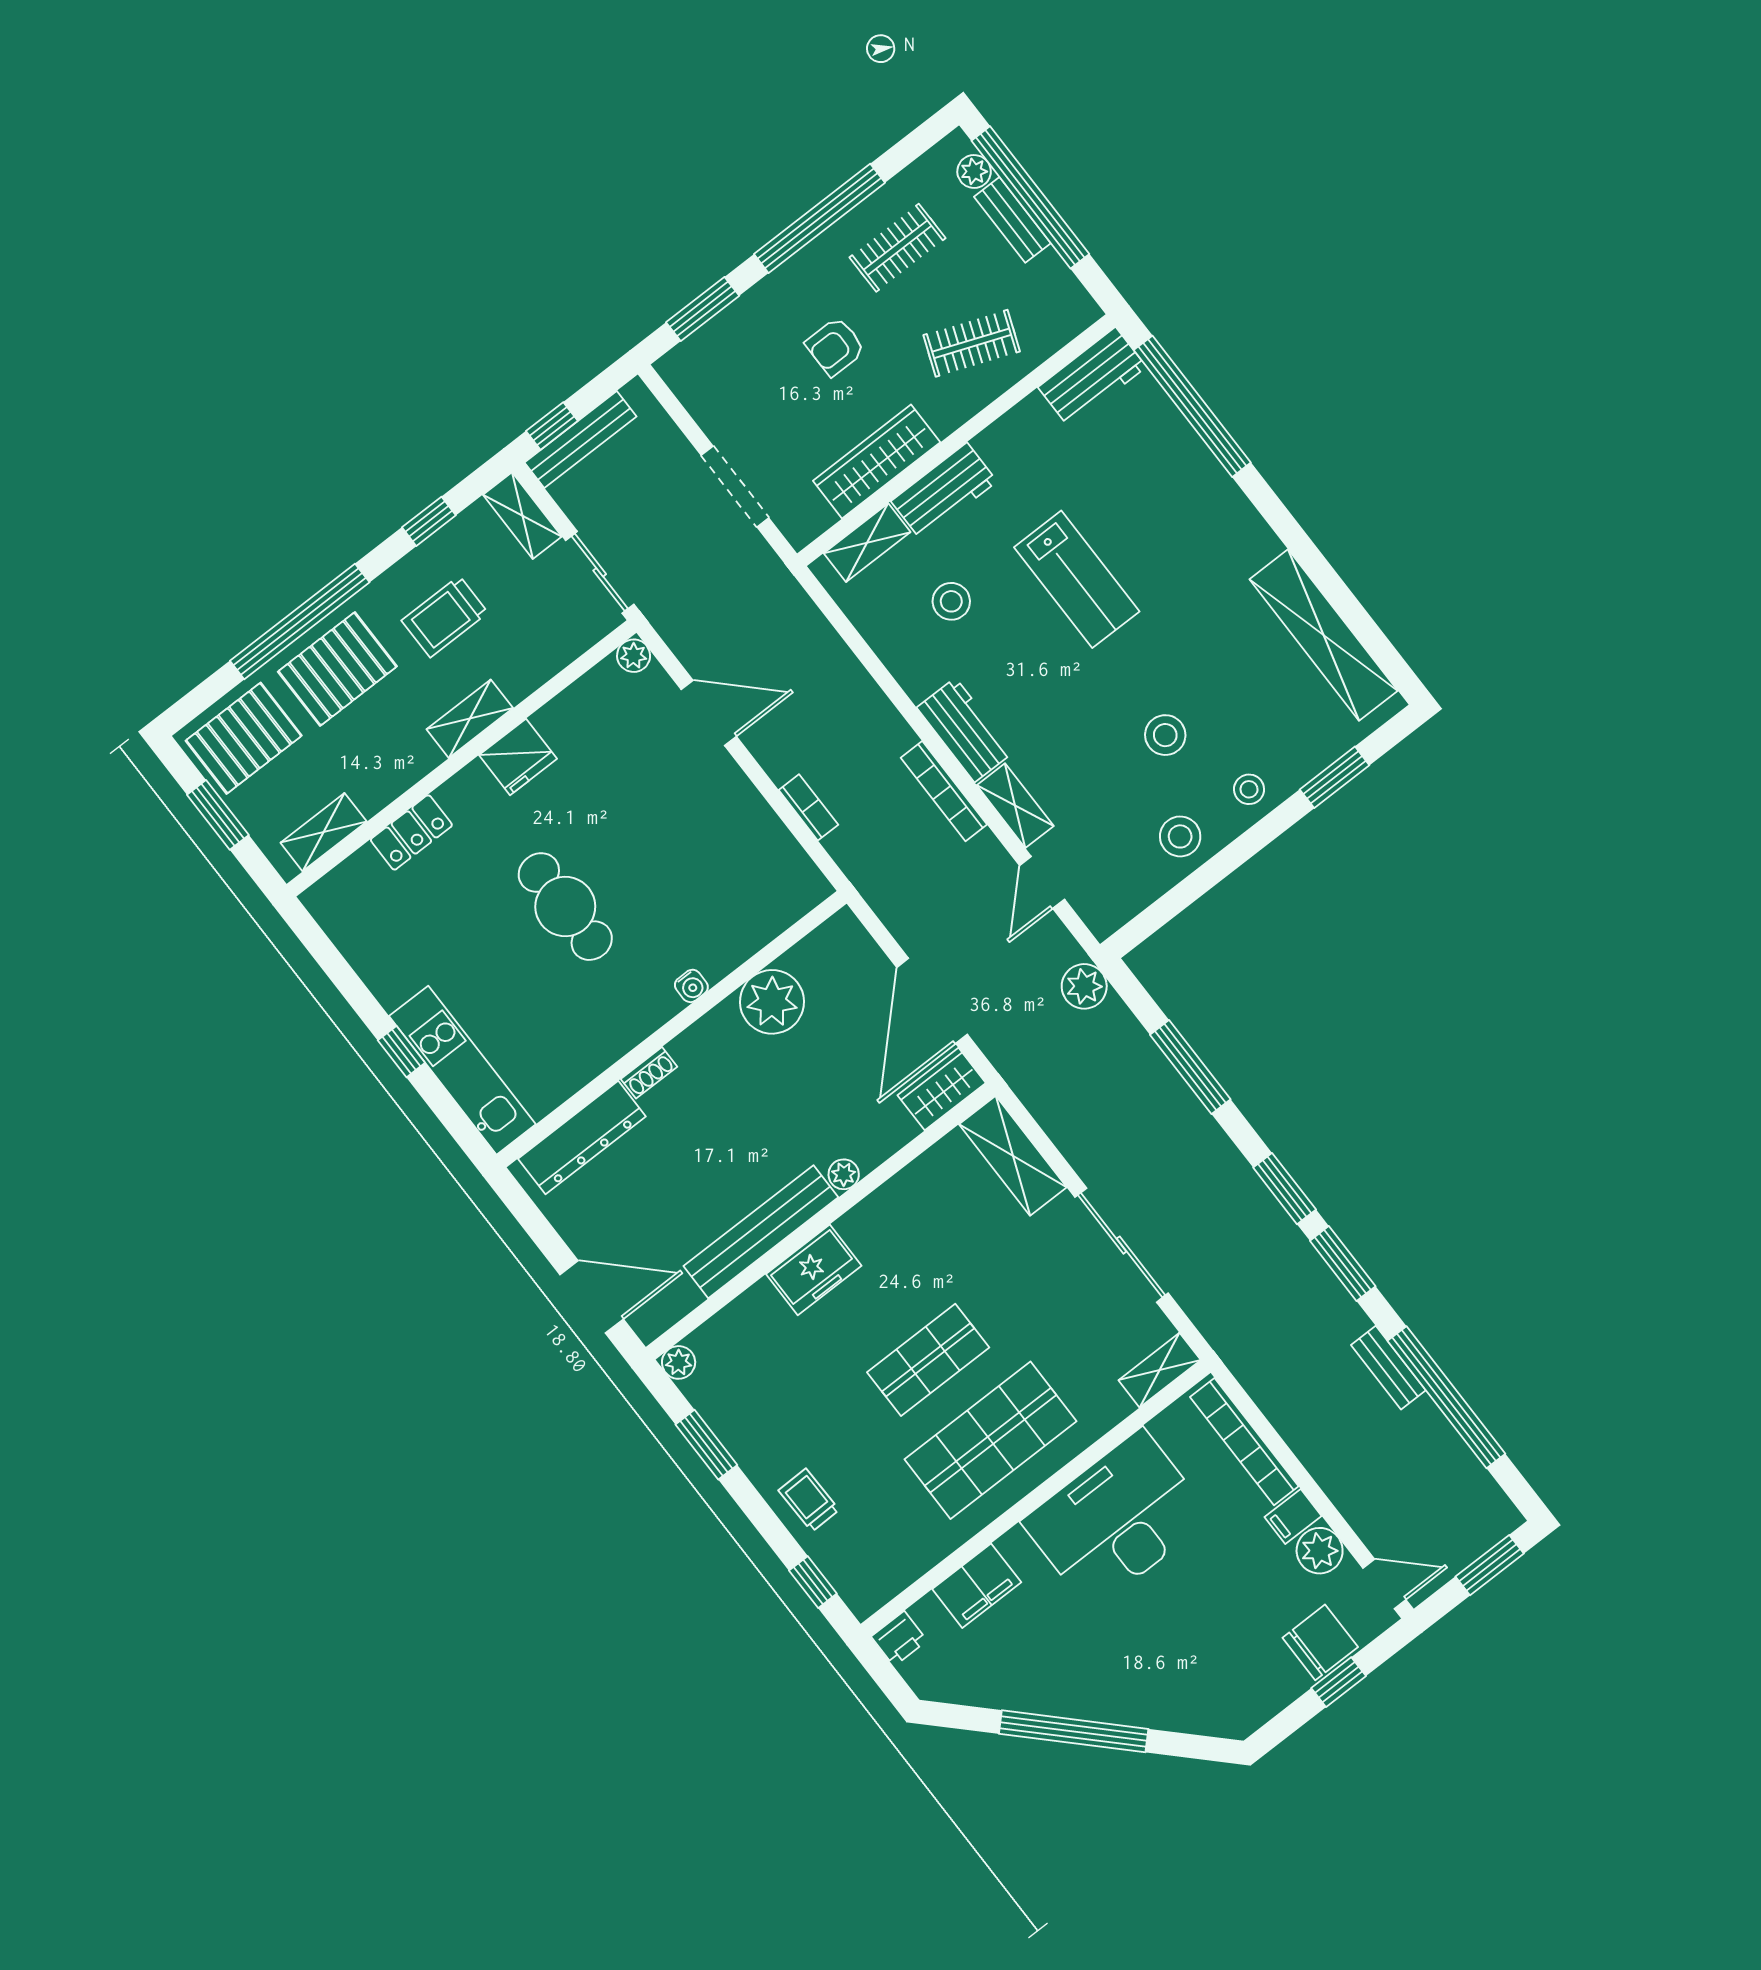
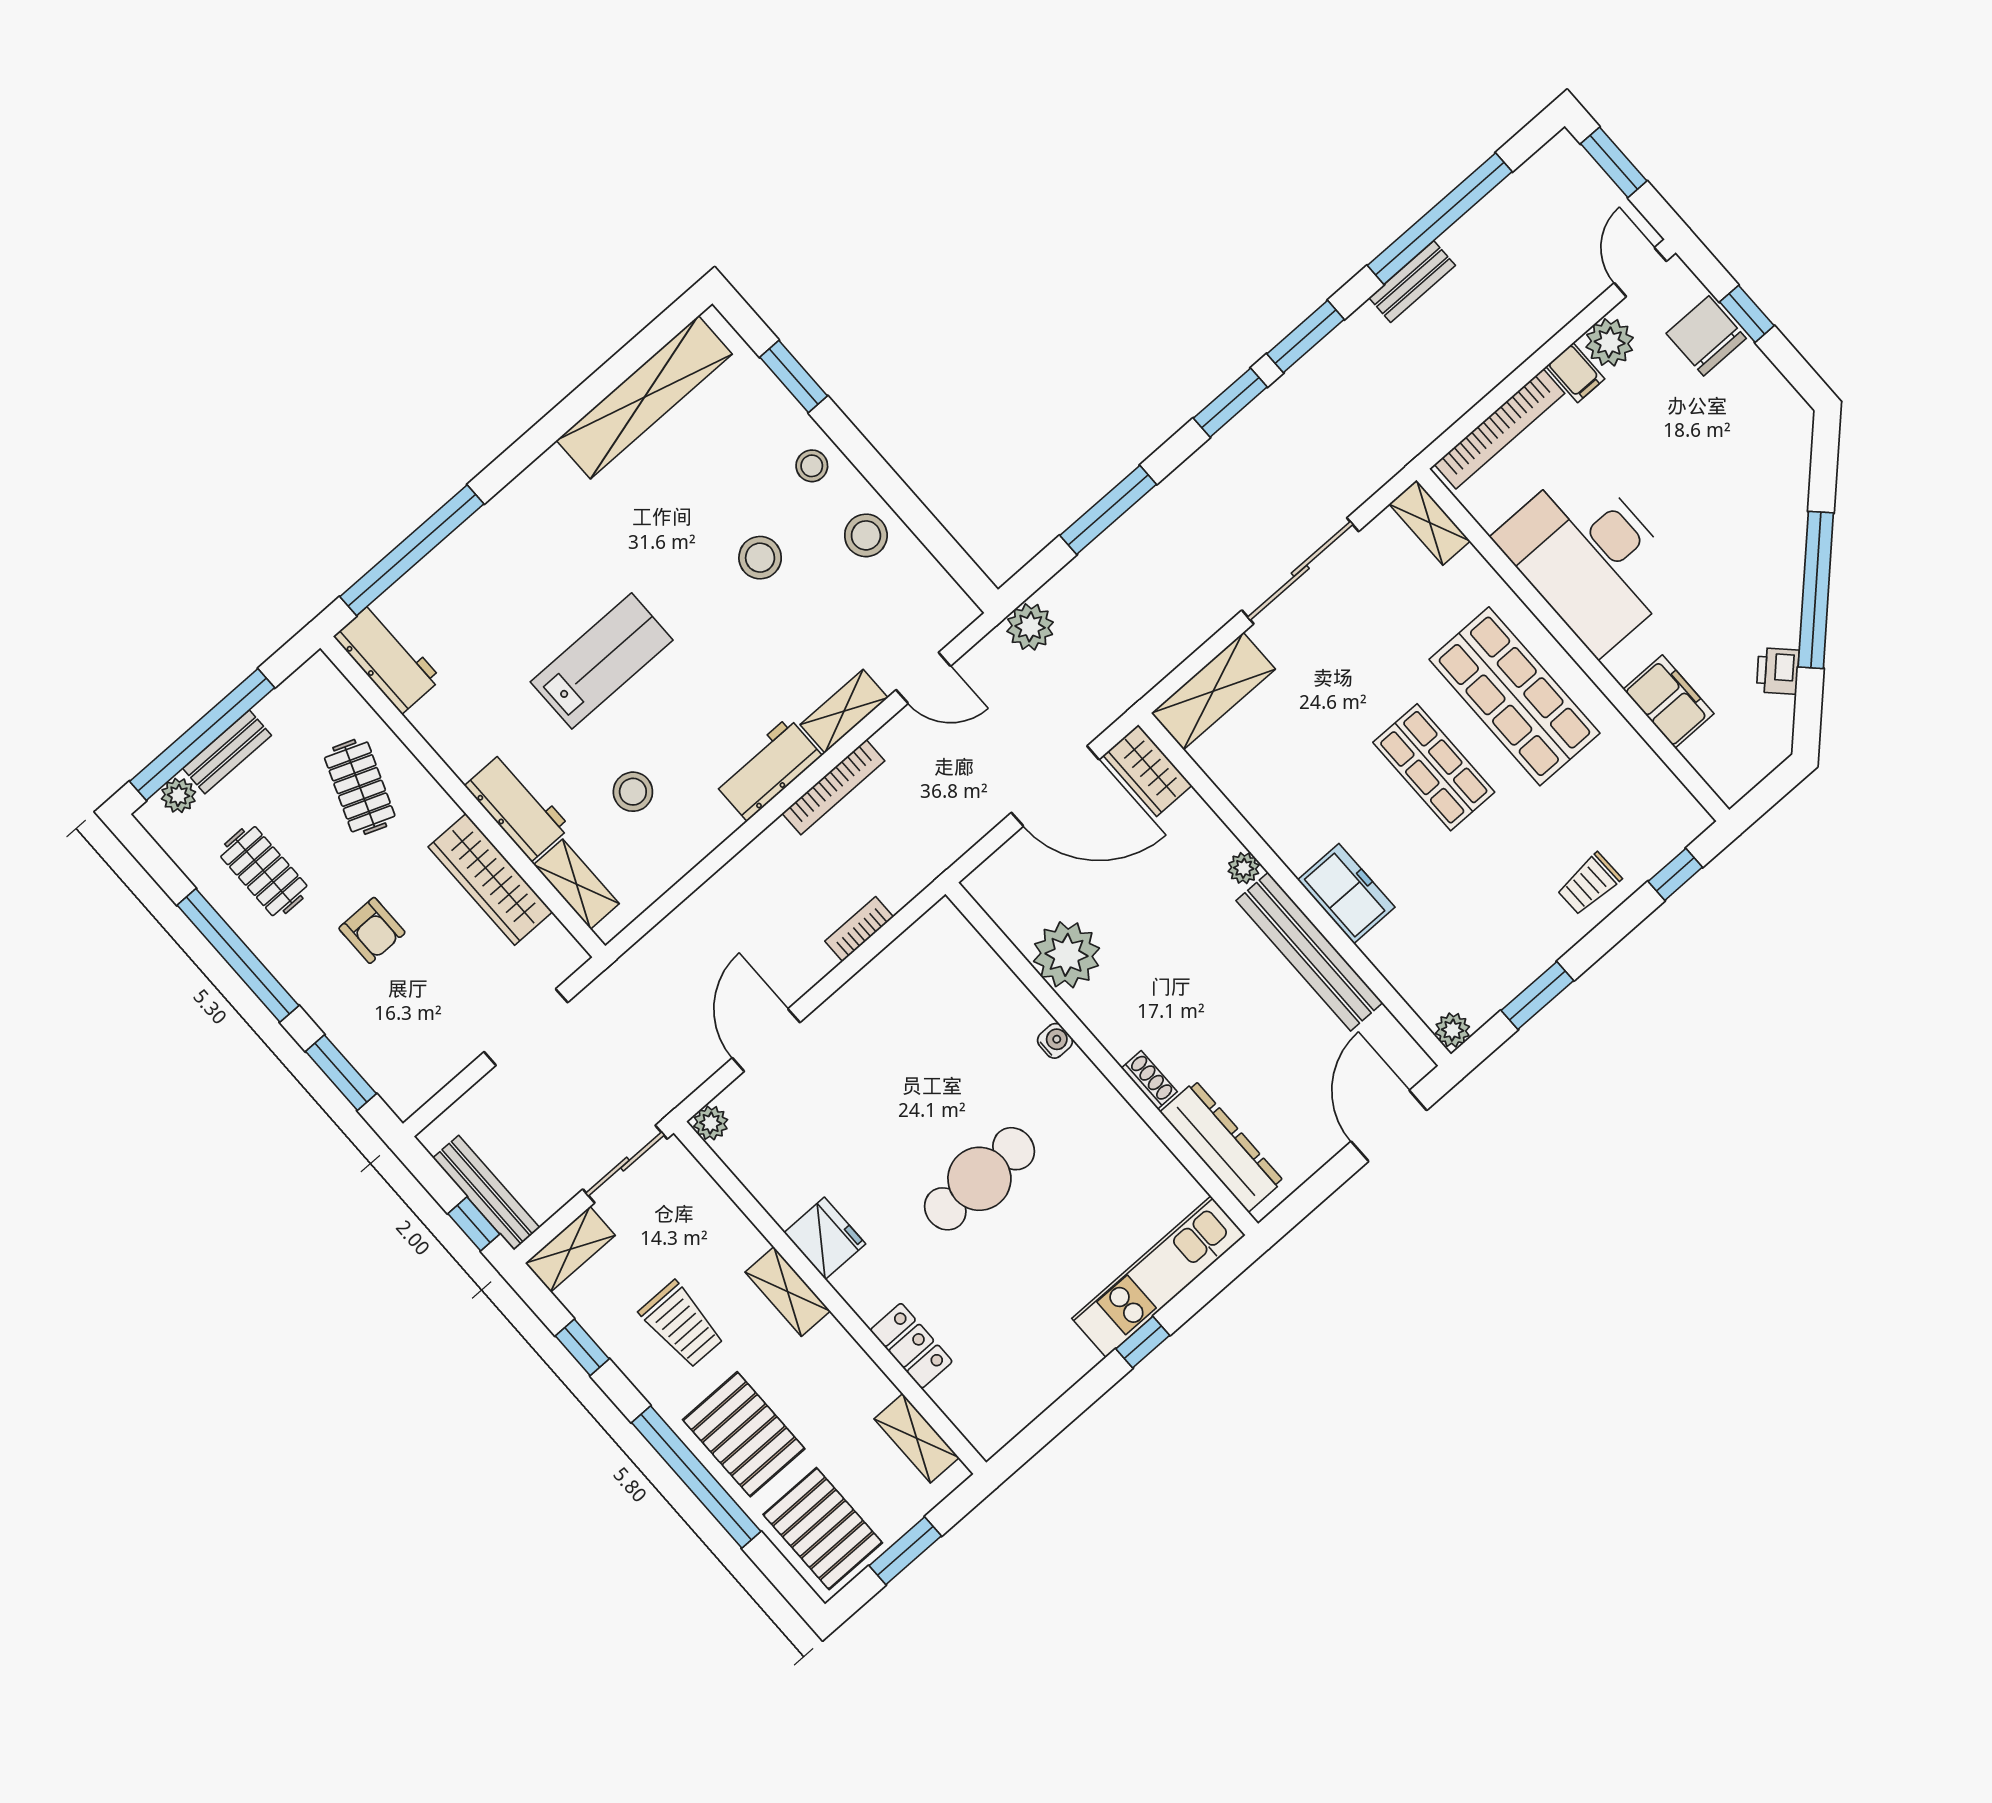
printer: (899, 1639) -> (1778, 671), moved, turned -135

